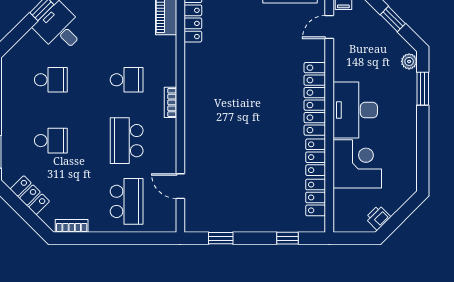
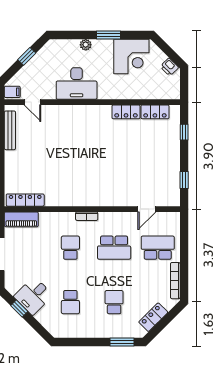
plant: (409, 61) -> (86, 45), moved
school desk: (51, 80) -> (70, 302), turned 180
window: (423, 89) -> (108, 35), moved
locker: (315, 99) -> (84, 112), removed
desk: (355, 110) -> (77, 83), moved
corner desk: (357, 164) -> (131, 56), moved, turned 180
bookcase: (72, 226) -> (175, 281), width x1.56

